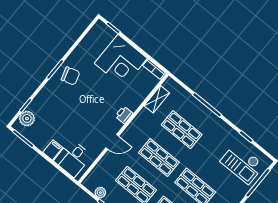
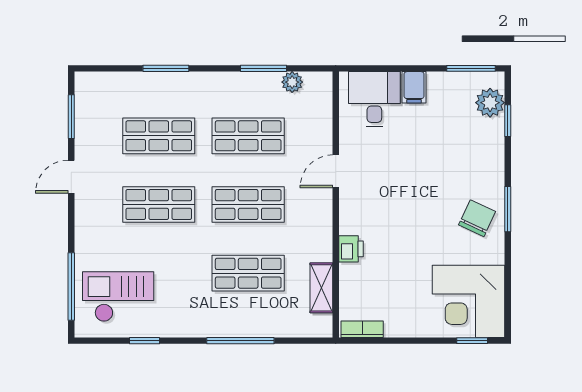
corner desk: (121, 61) -> (468, 301), moved, turned -90
chair: (71, 76) -> (477, 218), turned 132
printer: (124, 115) -> (351, 249), moved

